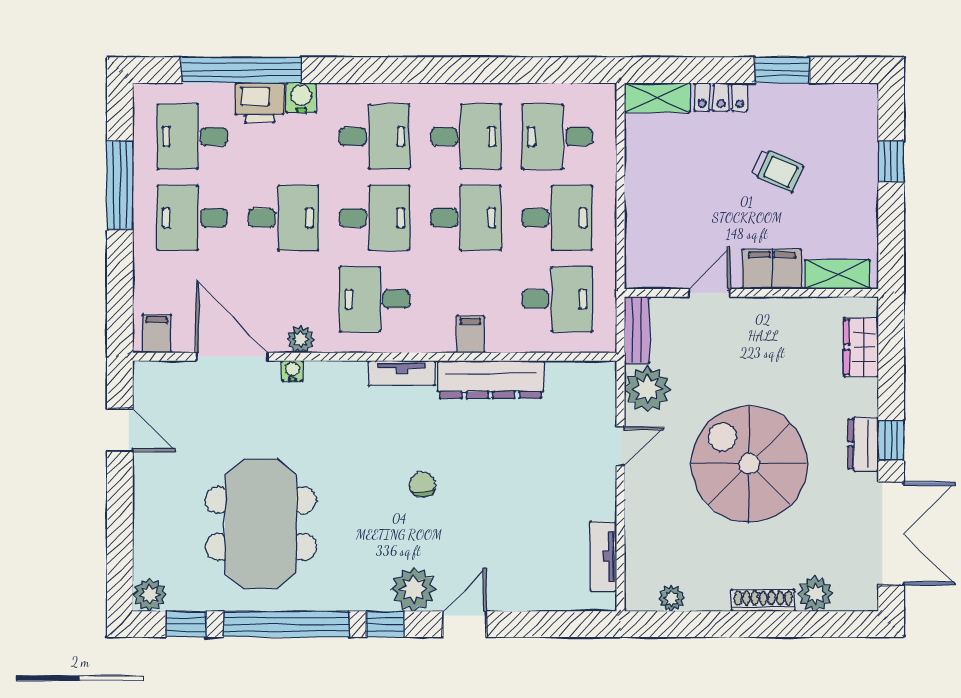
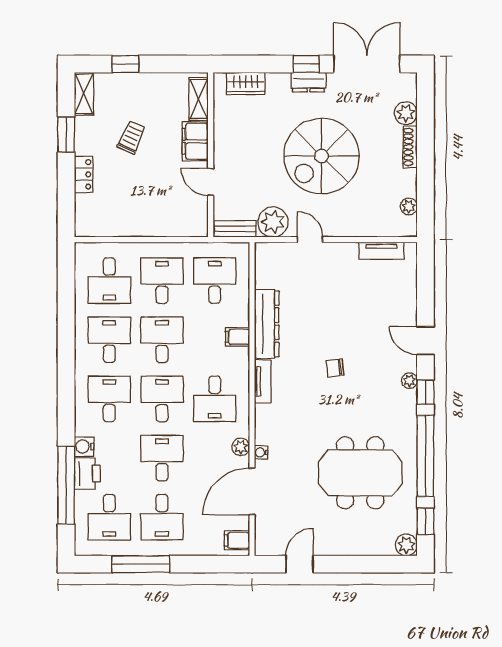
shelving: (657, 98) -> (84, 94), moved
plant: (414, 589) -> (409, 380), width x0.53, depth x0.53

